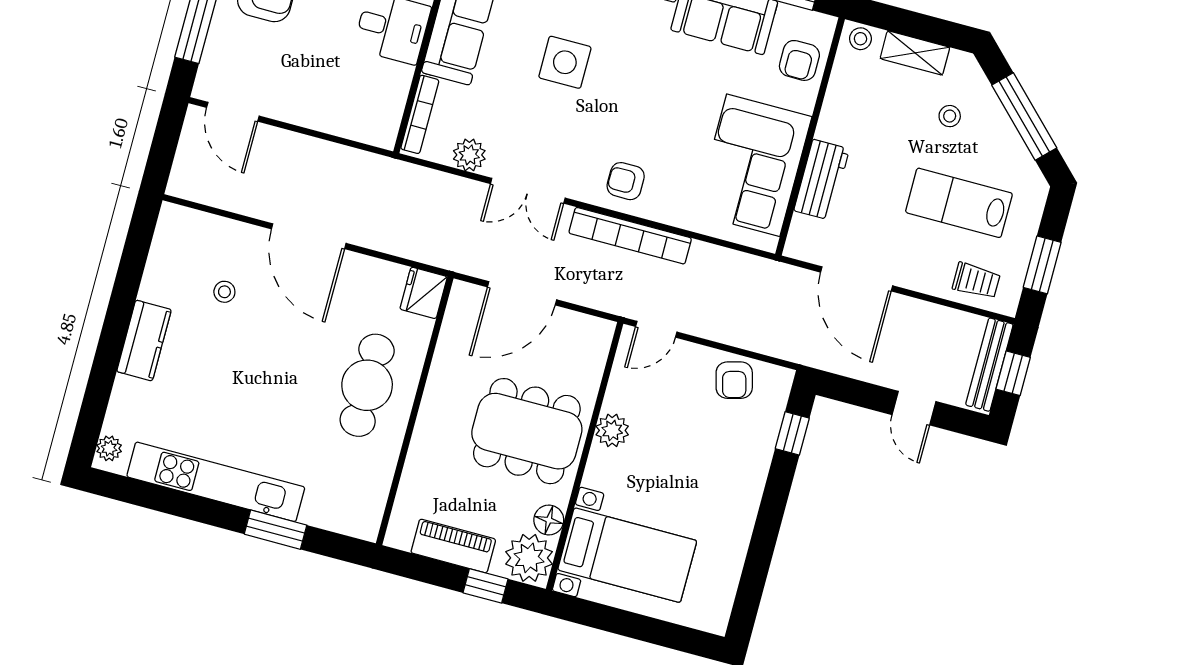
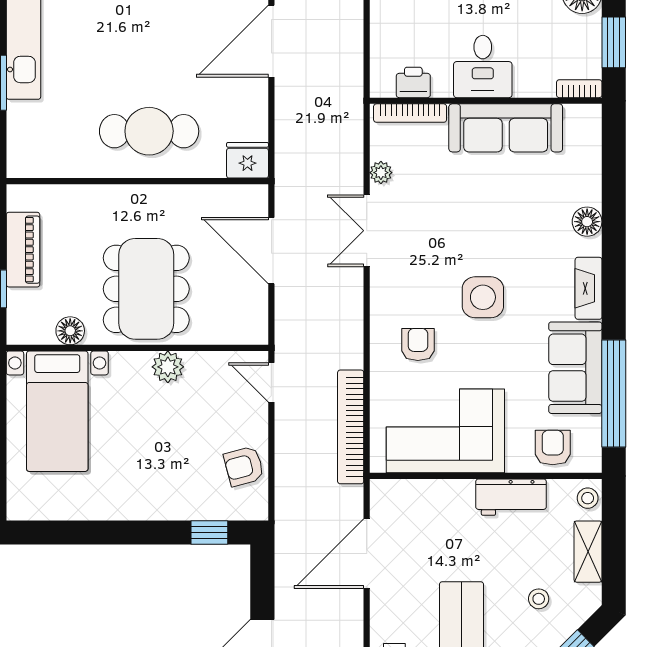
armchair: (799, 60) -> (553, 448), turned 90
side table: (565, 62) -> (483, 297), moved
printer: (390, 103) -> (413, 82), added
plant: (469, 155) -> (381, 173), width x0.73, depth x0.73
workbench: (822, 180) -> (511, 497), moved
armchair: (626, 181) -> (418, 344), moved
bookcase: (630, 236) -> (351, 427), moved
plant: (529, 558) -> (31, 322), removed

